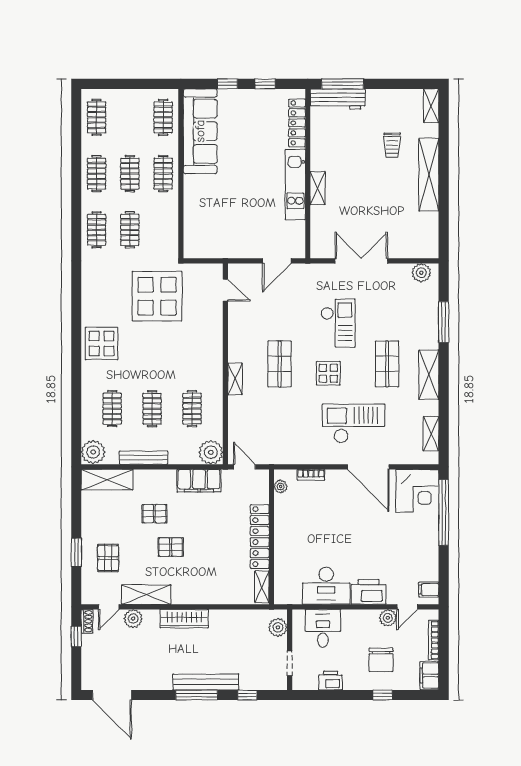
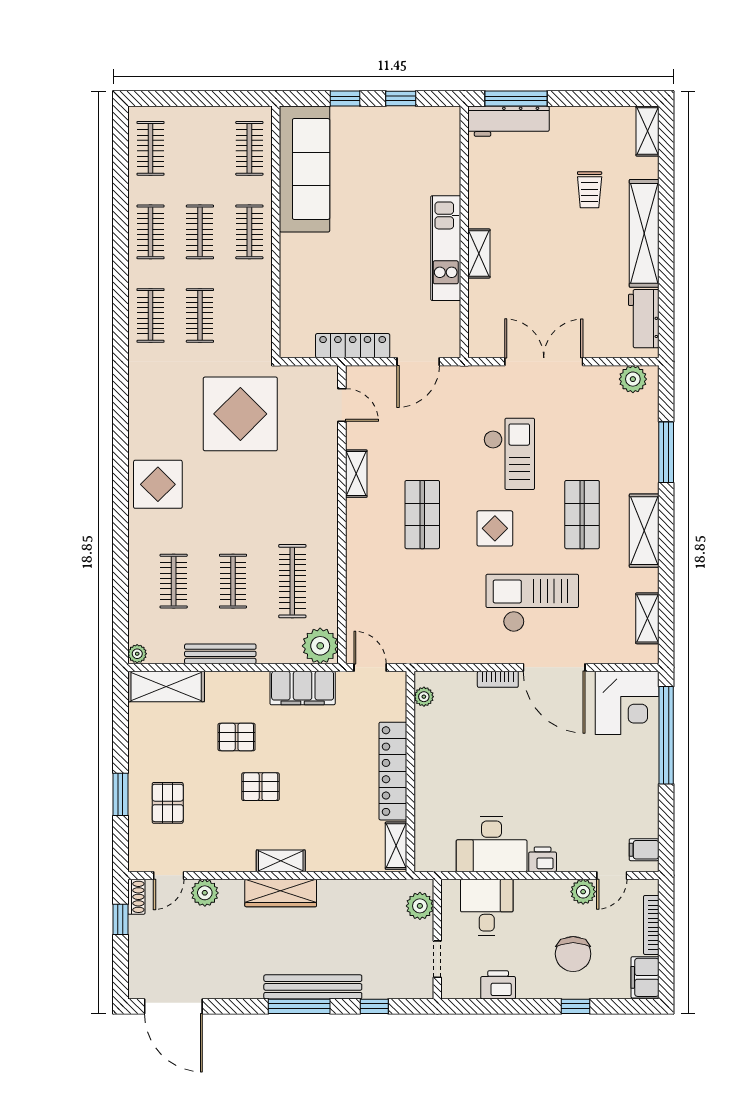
locker: (297, 123) -> (353, 346), moved, turned 90
workbench: (429, 232) -> (644, 319), added
shelving: (235, 379) -> (356, 474), moved
clothes rail: (192, 409) -> (292, 581), width x1.36
plant: (93, 452) -> (137, 654), width x0.53, depth x0.53
bookcase: (311, 475) -> (498, 679), moved
printer: (369, 592) -> (543, 859), width x0.53, depth x0.68
shelving: (146, 595) -> (281, 861), moved, width x0.67, depth x0.75

